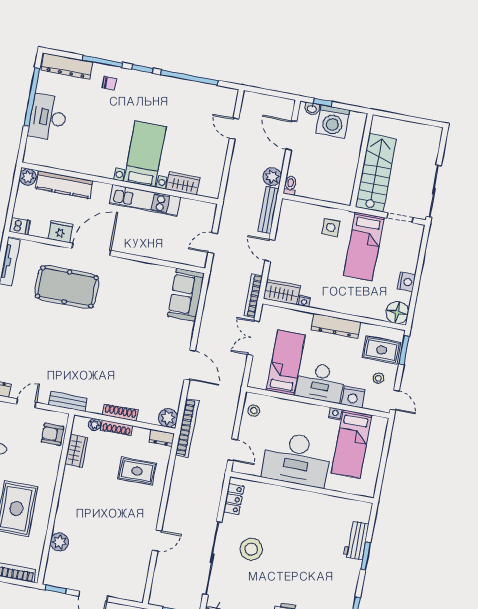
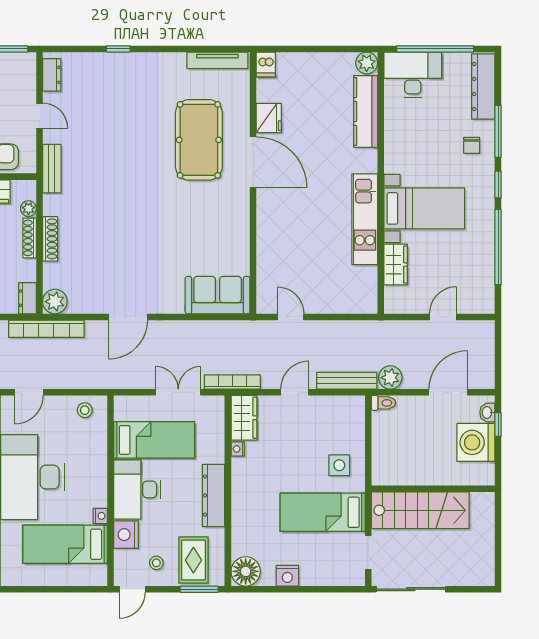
bed with nightstands: (145, 154) -> (424, 208), moved
plant: (28, 177) -> (367, 63), moved
wall: (120, 183) -> (381, 183), moved
wardrobe: (183, 184) -> (396, 264), moved
kitchen counter: (64, 185) -> (366, 111), moved
kitchen unit: (145, 200) -> (365, 219), moved

